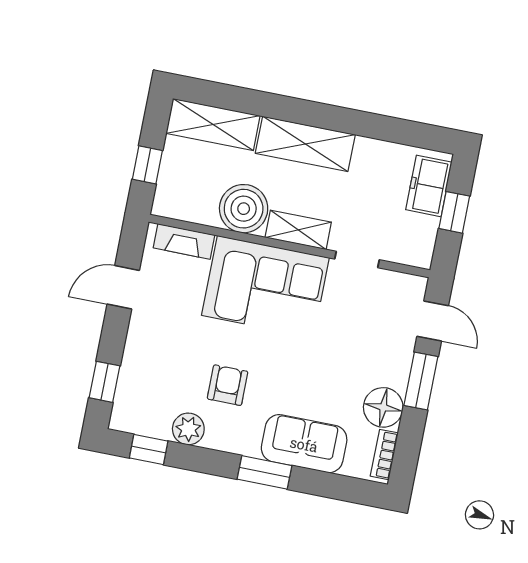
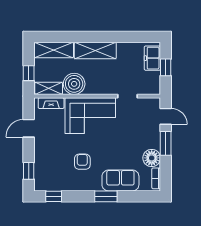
shelving: (298, 230) -> (49, 88), moved
plant: (188, 429) -> (69, 184), removed

